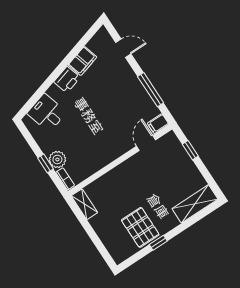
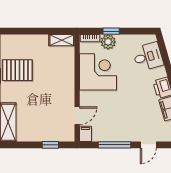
door: (123, 48) -> (148, 145), moved
door: (146, 143) -> (77, 116), hinge flipped
corner desk: (92, 150) -> (98, 72), added

